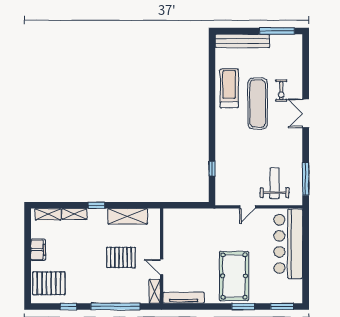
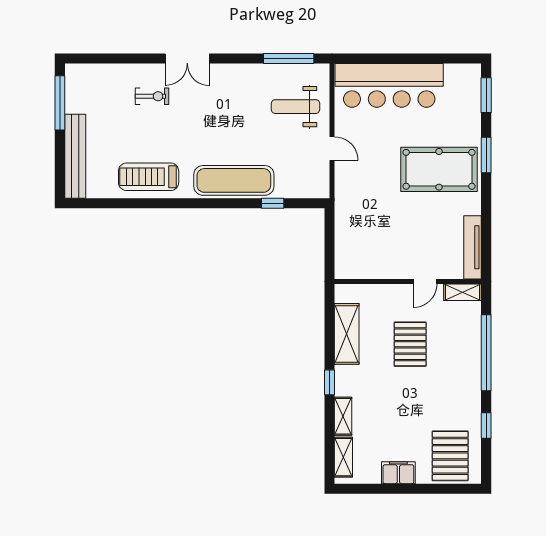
exercise mat: (258, 103) -> (234, 180), moved

